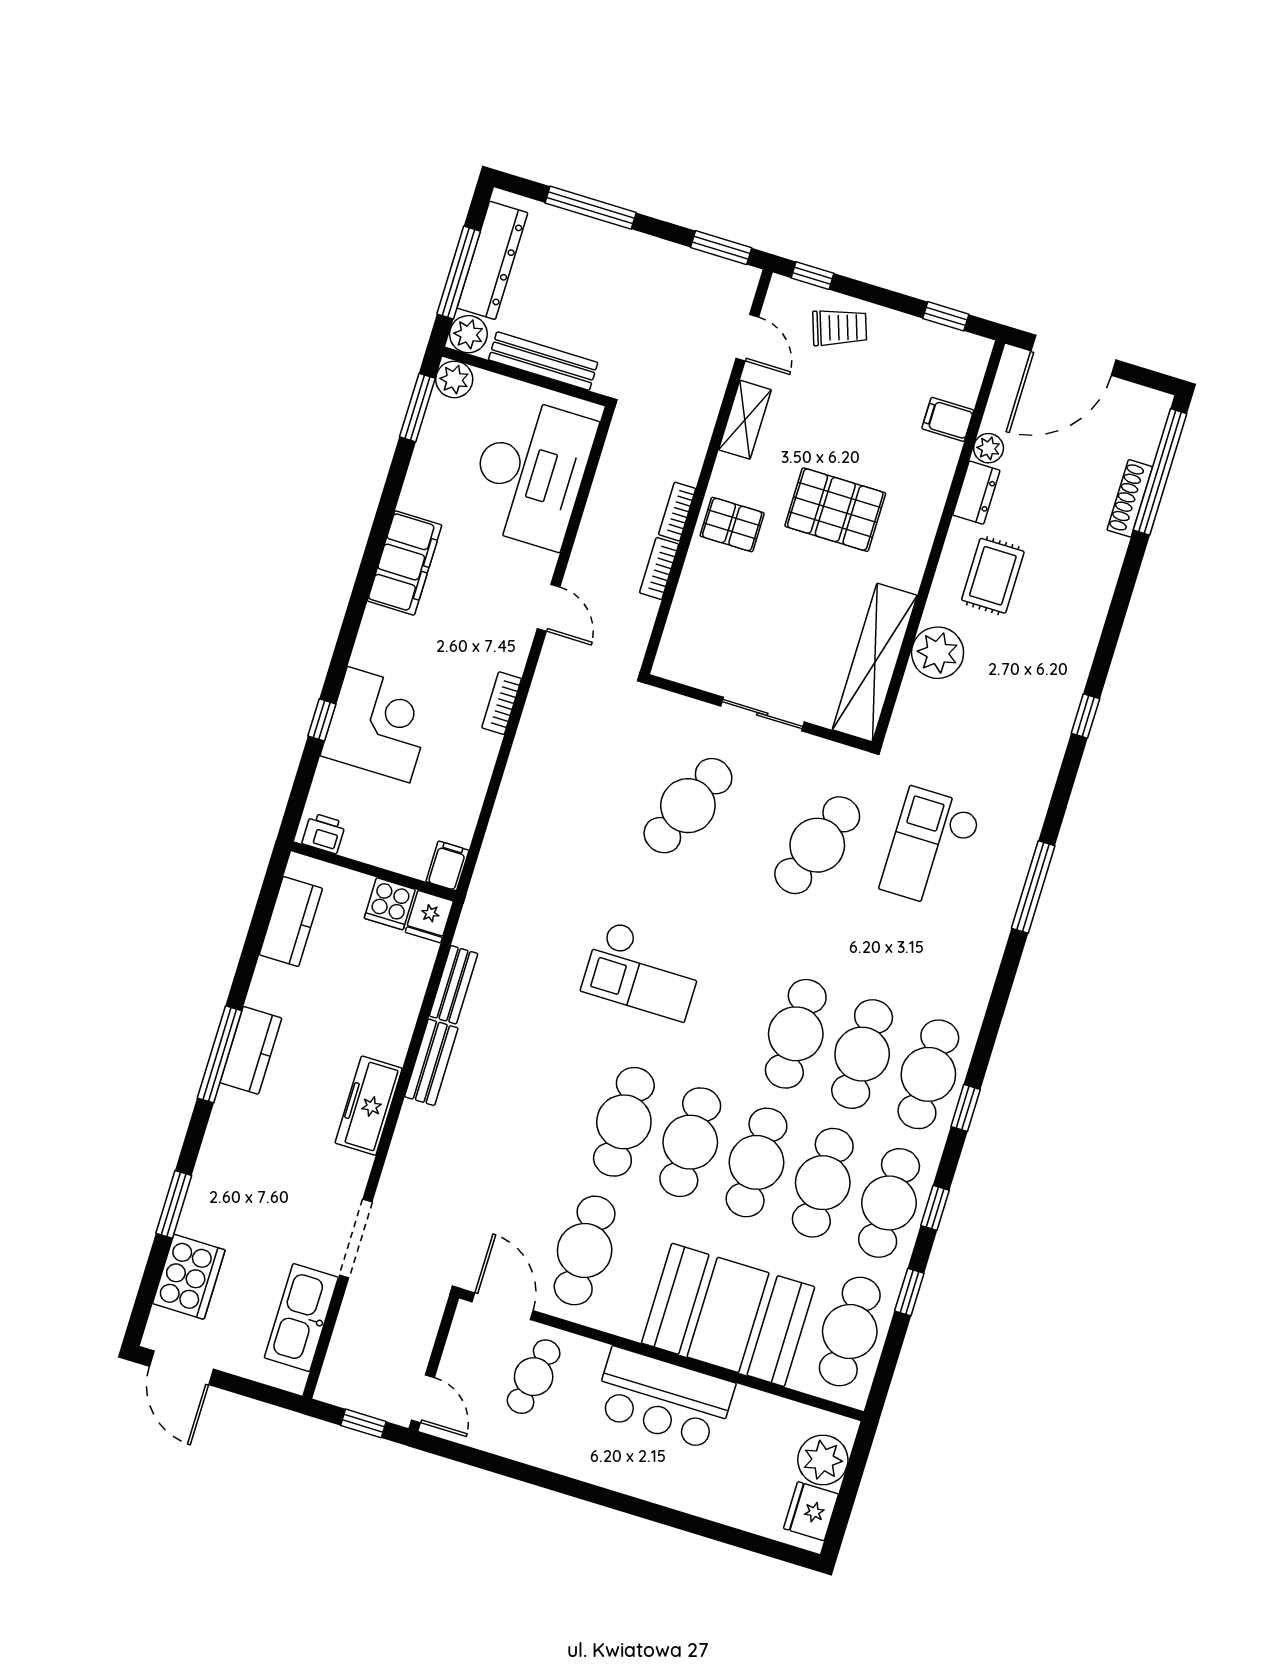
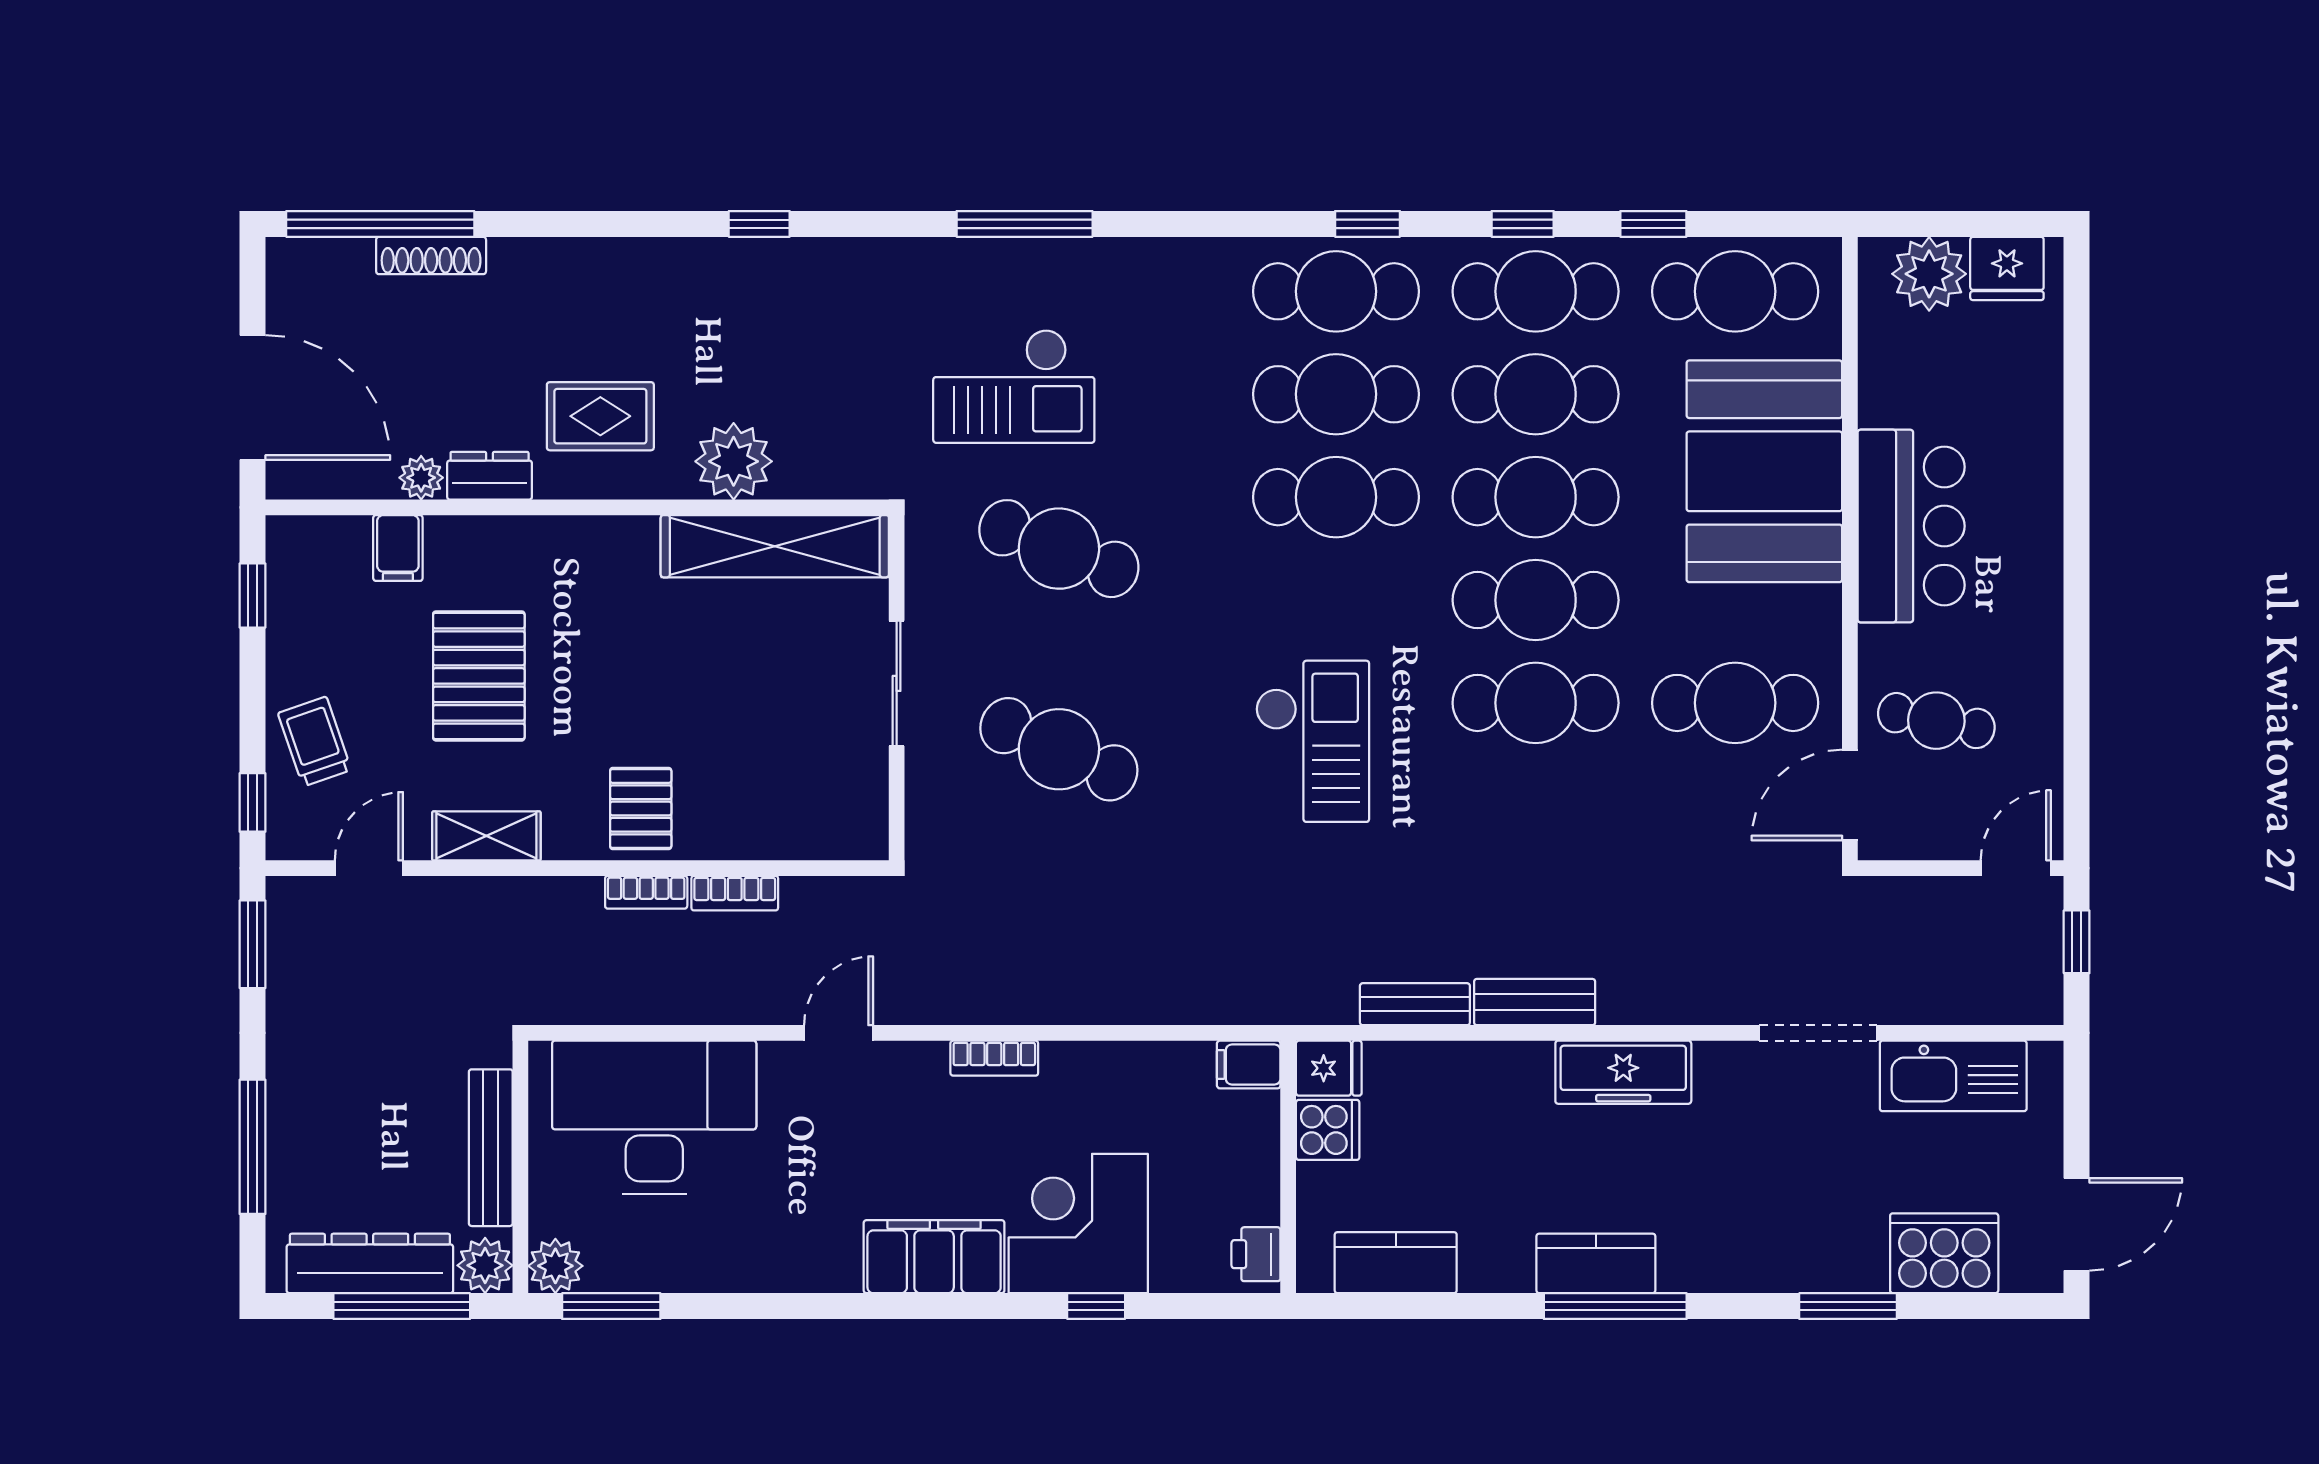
pallet: (835, 510) -> (479, 676), moved
filing cabinet: (405, 563) -> (934, 1257), moved

